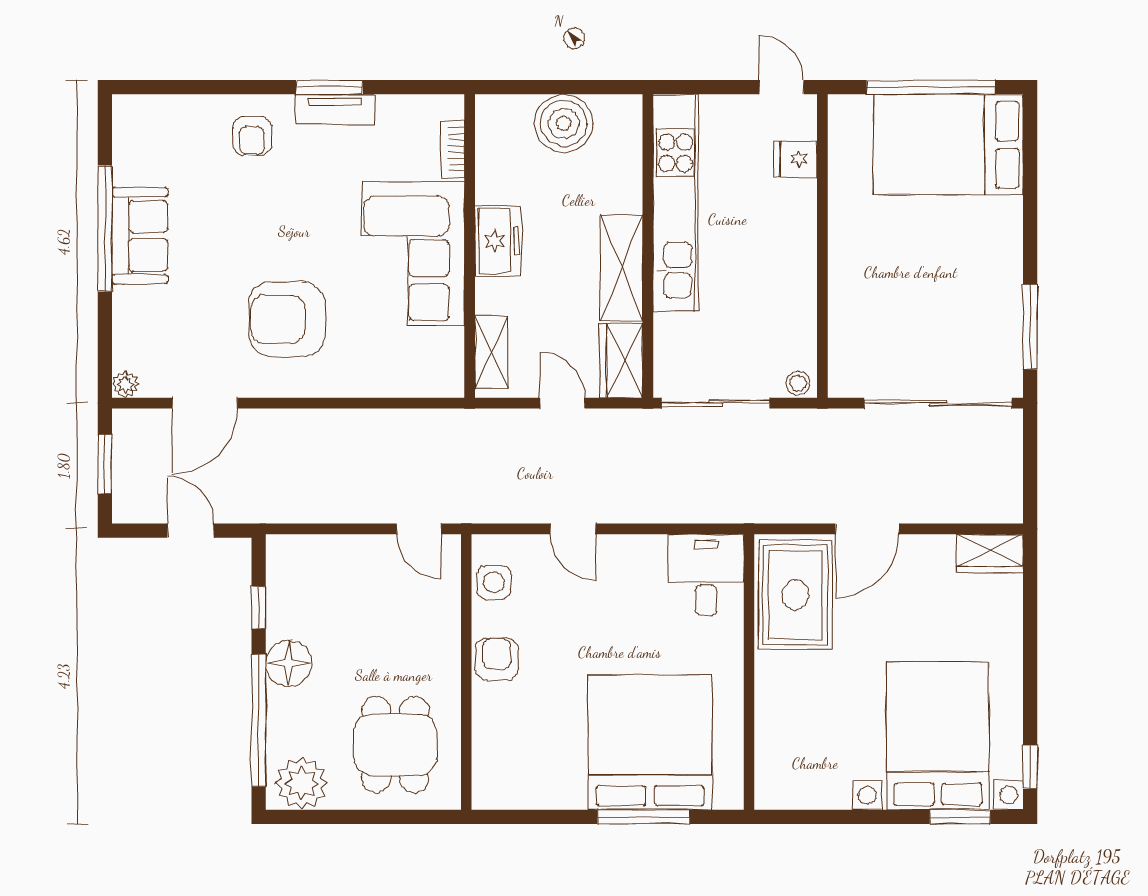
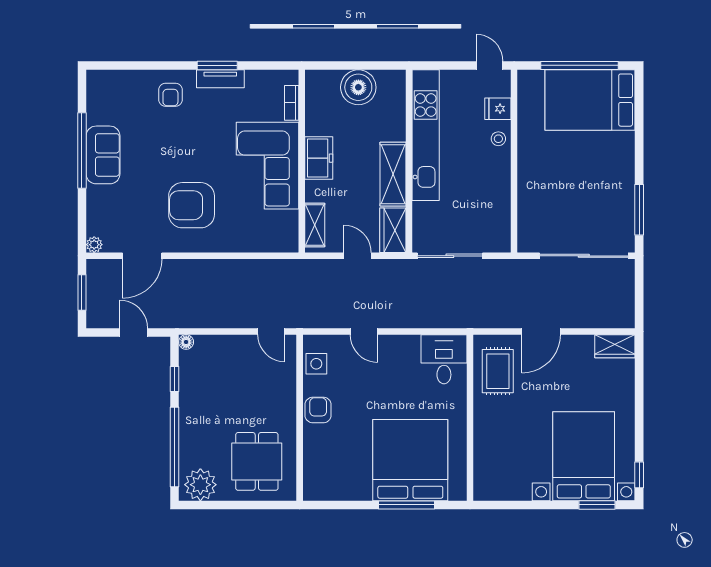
stool: (798, 383) -> (498, 139), moved
rug: (795, 595) -> (498, 371), width x0.73, depth x0.70
floor lamp: (289, 664) -> (186, 342), moved, width x0.53, depth x0.53

